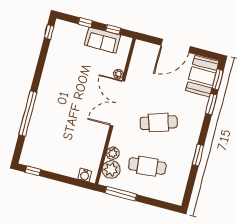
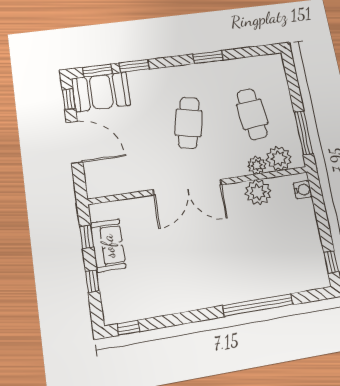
window: (206, 54) -> (69, 99), added
plant: (118, 74) -> (258, 192), moved, width x1.88, depth x1.88
cafe table: (159, 123) -> (189, 123), turned 30

